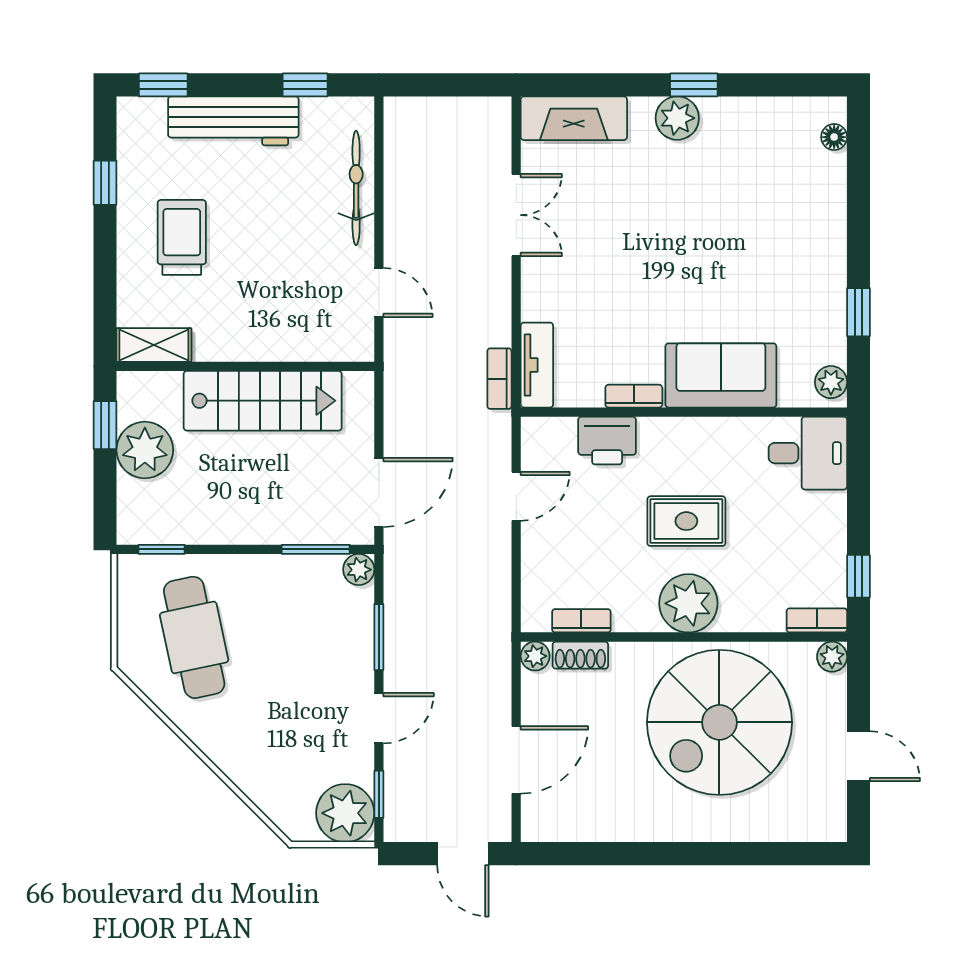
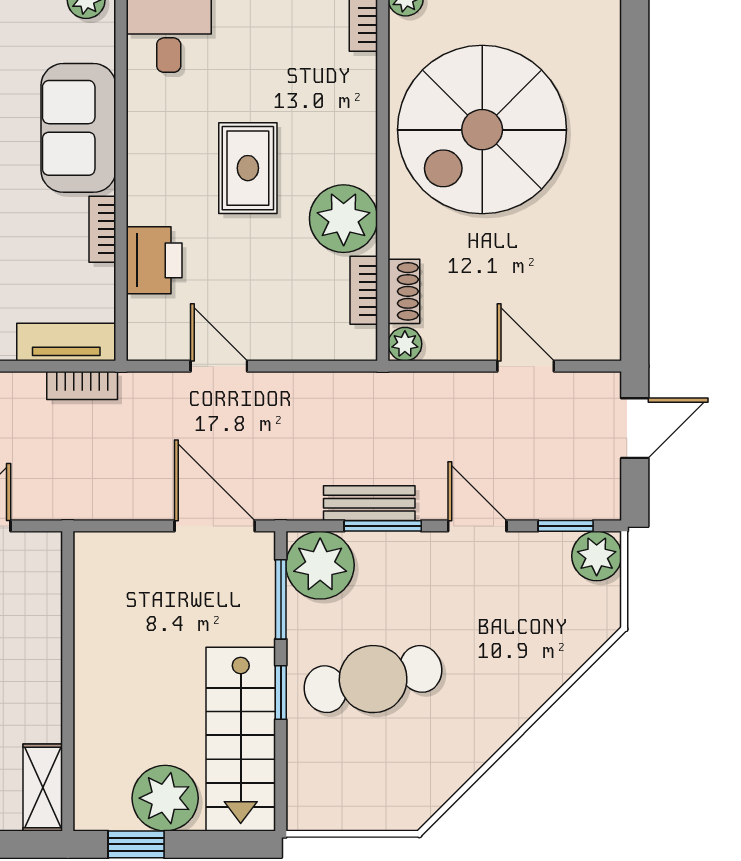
stairs: (263, 401) -> (241, 739), moved, turned 180
window: (162, 549) -> (281, 692), moved
plant: (359, 570) -> (320, 565), width x1.87, depth x1.87
plant: (688, 603) -> (344, 219), moved
bench: (398, 626) -> (369, 503), added
cafe table: (194, 637) -> (373, 679), moved
spiral stairs: (719, 722) -> (482, 130), turned 90
door: (516, 760) -> (526, 366), width x0.73
plant: (345, 813) -> (597, 556), width x0.73, depth x0.73

